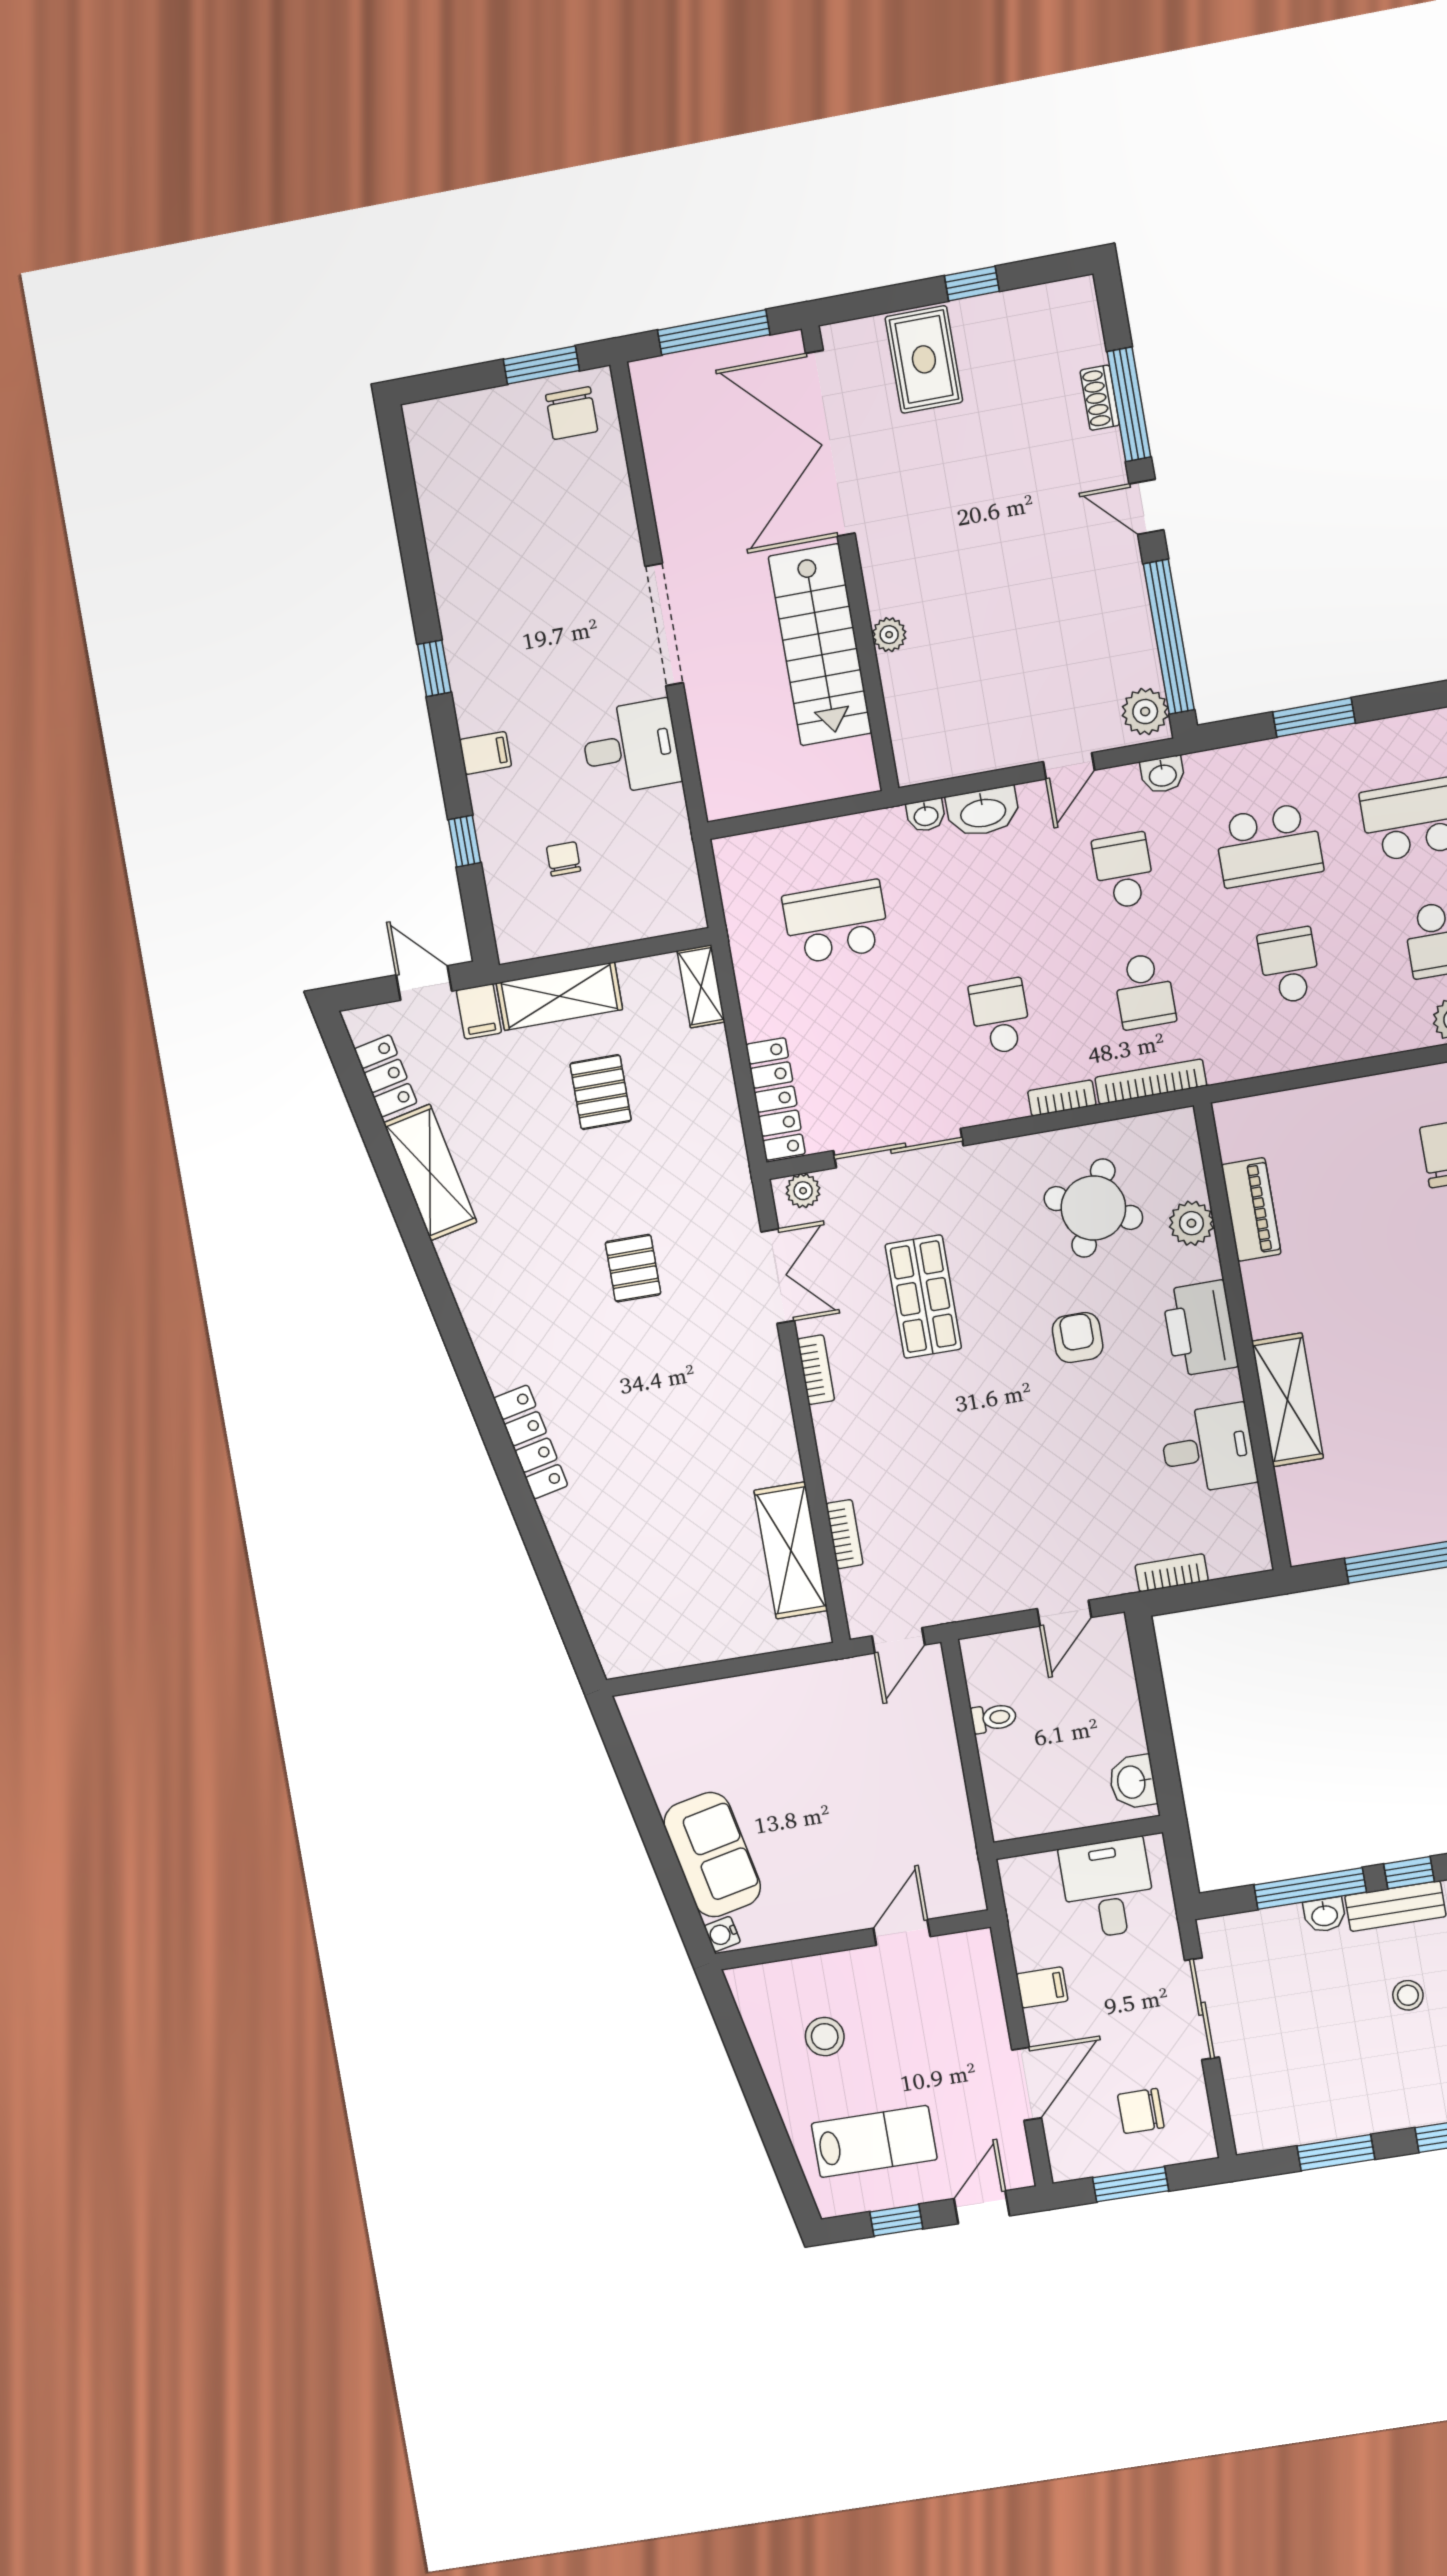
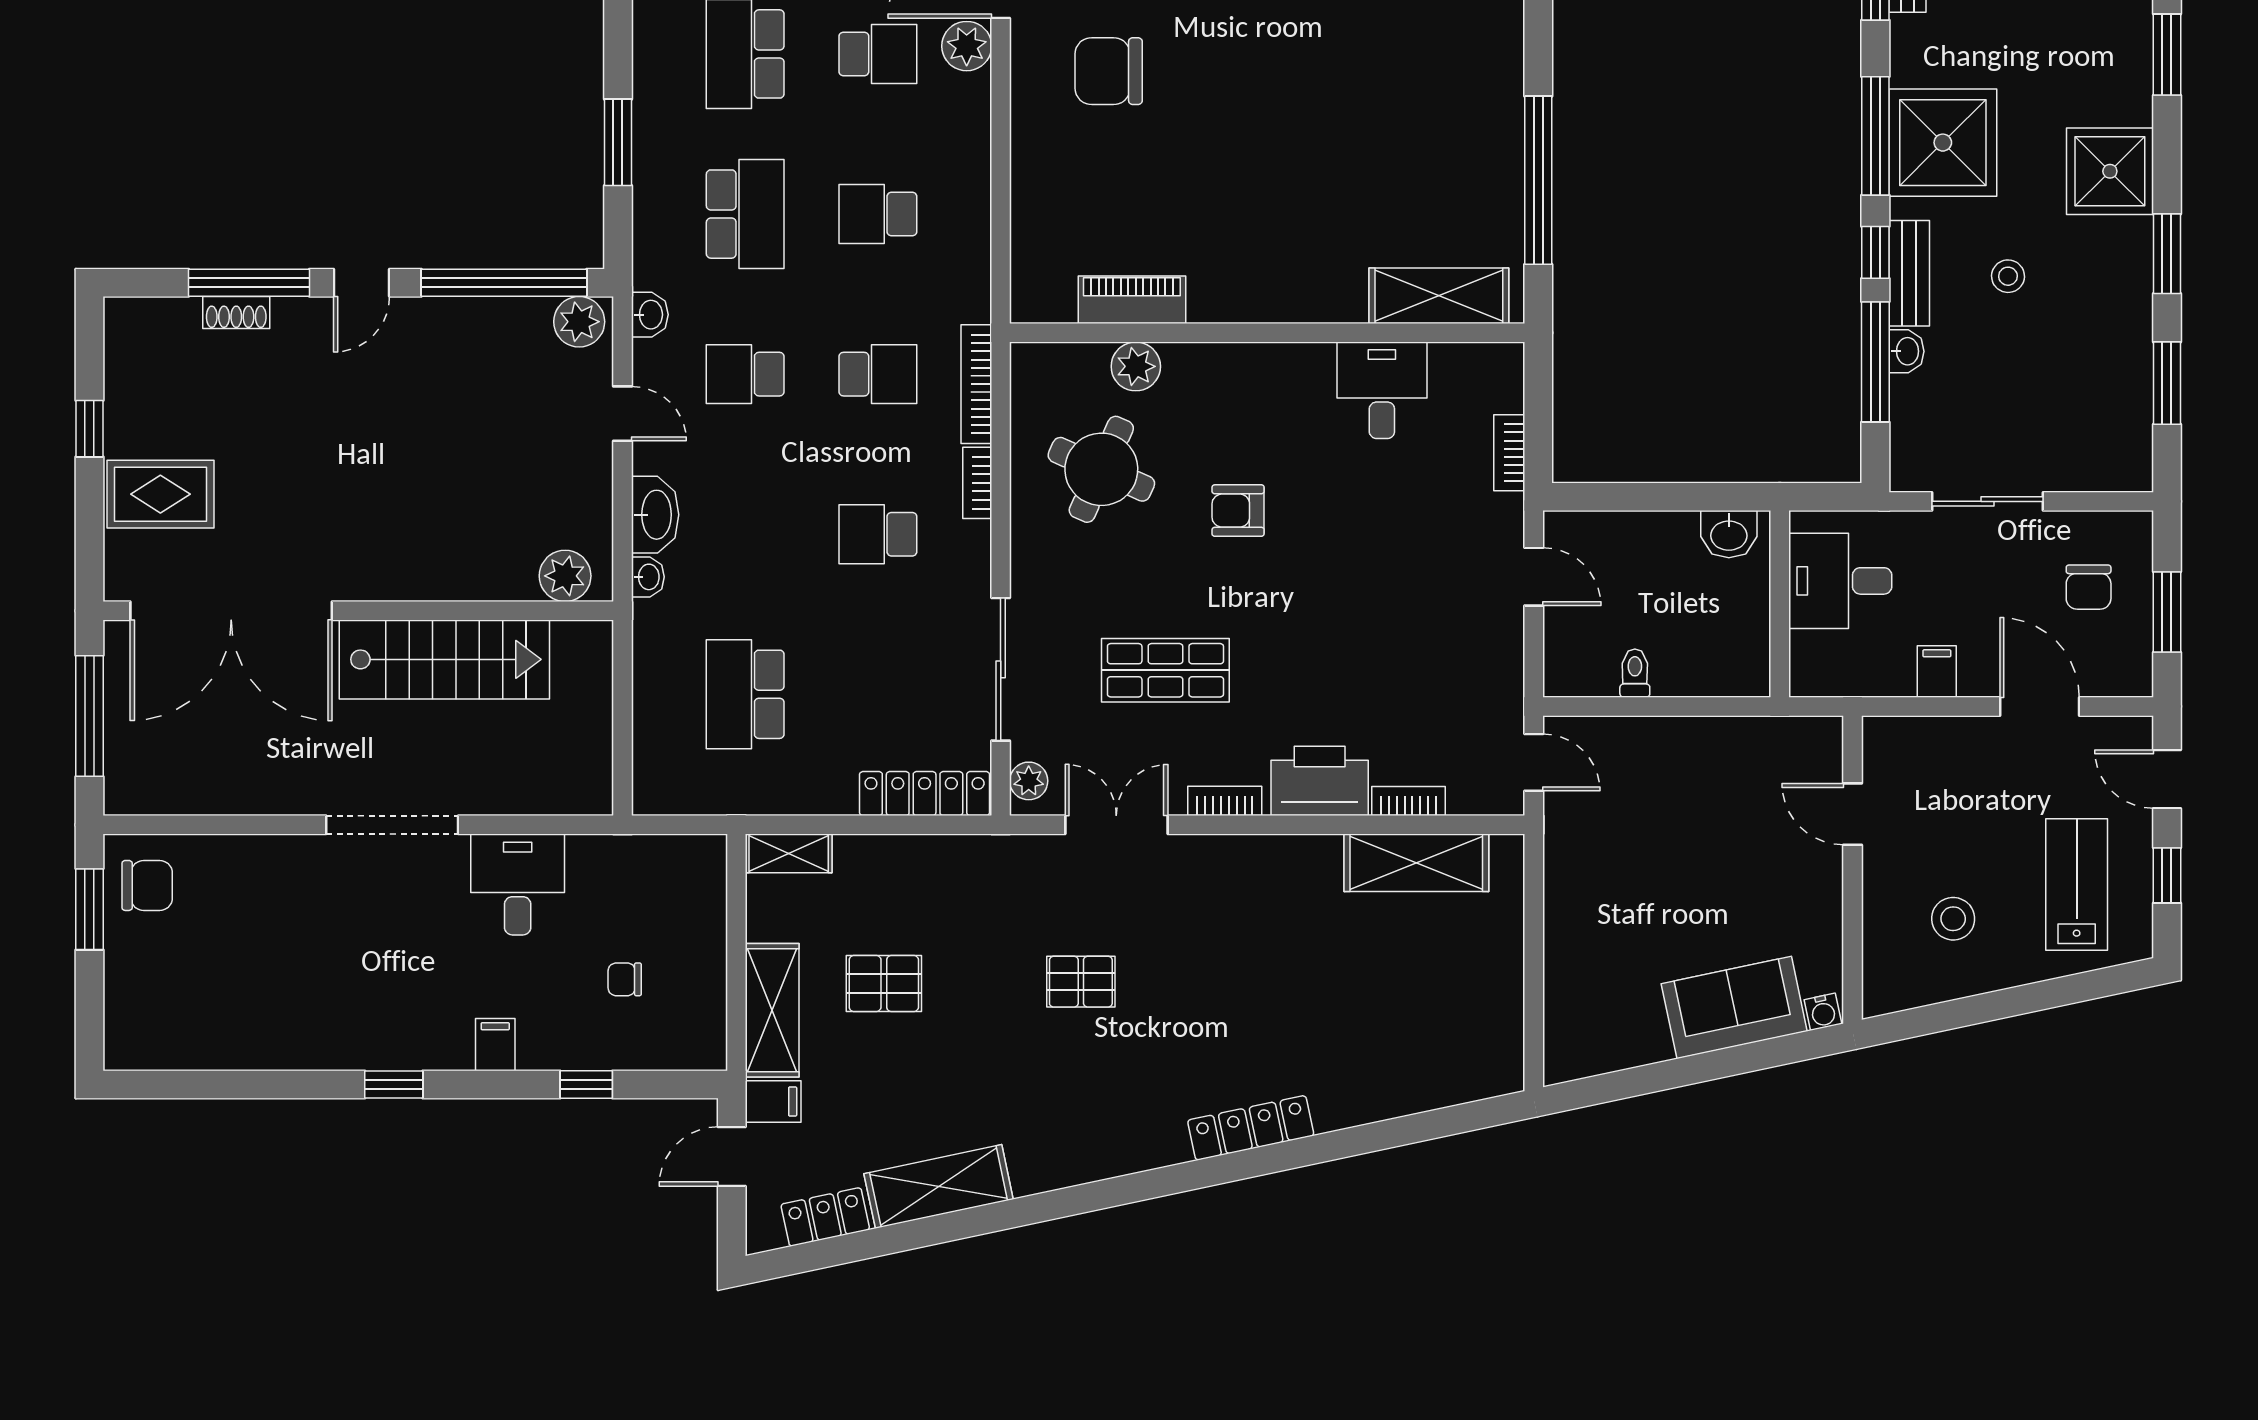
plant: (889, 635) -> (565, 576), moved, width x1.38, depth x1.38
printer: (1200, 1328) -> (1320, 781), moved, turned 180
shelving: (1287, 1400) -> (1439, 296), moved

